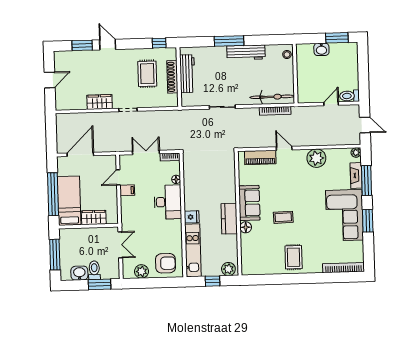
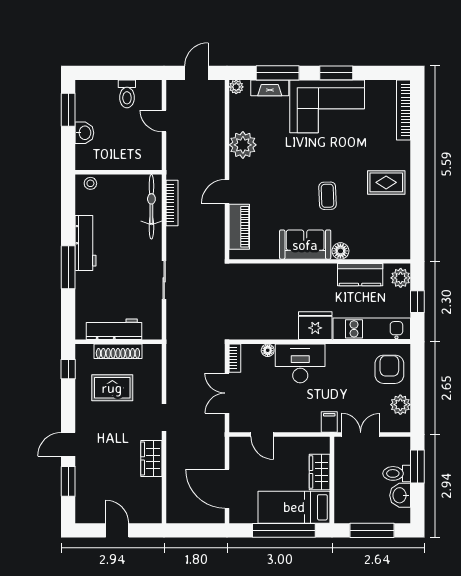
toilet: (350, 96) -> (127, 94), moved
filing cabinet: (127, 190) -> (329, 422), moved
fridge: (192, 217) -> (315, 326), width x1.88, depth x1.34
kitchen counter: (229, 219) -> (360, 275), moved

